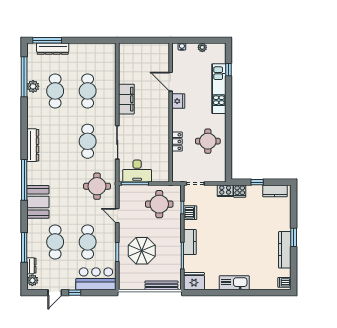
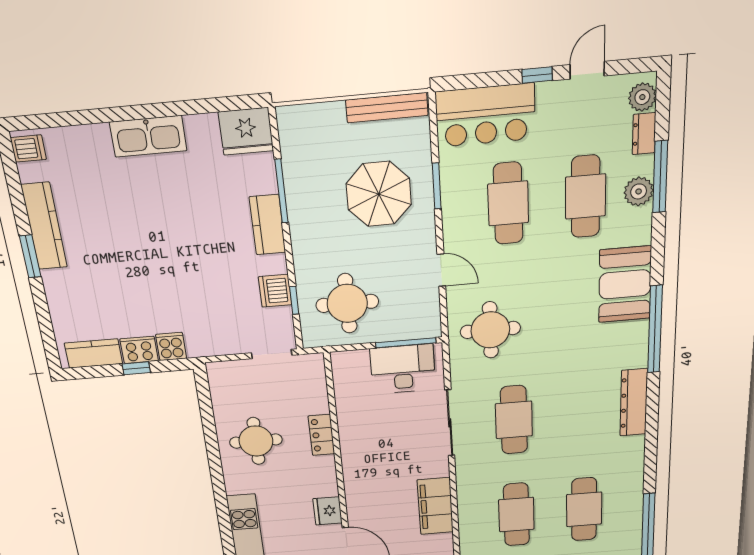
plant: (33, 86) -> (639, 191), moved
cooker: (225, 191) -> (139, 350), moved
bench: (161, 285) -> (387, 108), moved

